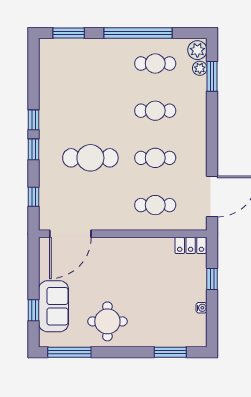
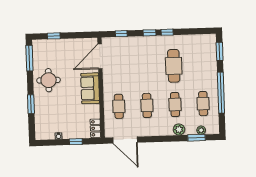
plant: (197, 50) -> (179, 129), moved
cafe table: (90, 158) -> (174, 66), moved
door: (70, 234) -> (100, 56), hinge flipped
sofa: (54, 306) -> (90, 88), moved, turned 90
window: (170, 352) -> (31, 104), moved

